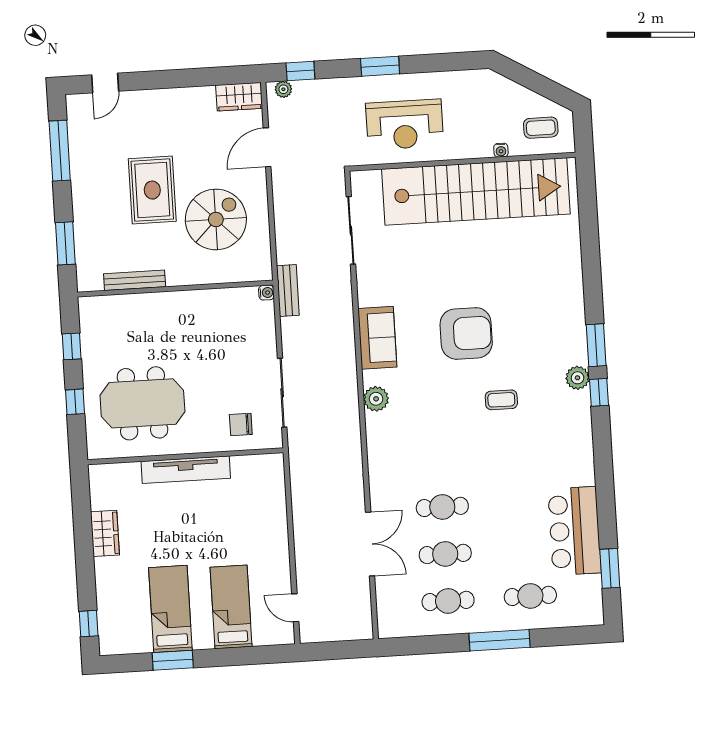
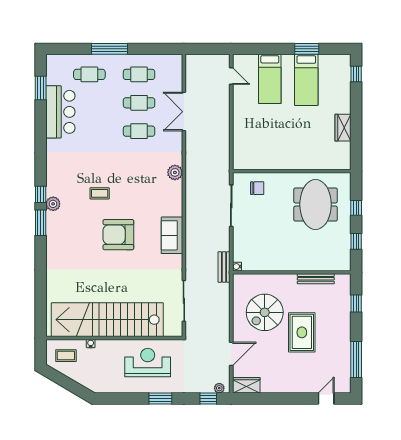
window: (65, 243) -> (356, 304), width x0.67
plant: (376, 399) -> (175, 172), moved
meeting table: (142, 403) -> (316, 204), turned 90
tv unit: (186, 470) -> (292, 163), removed

